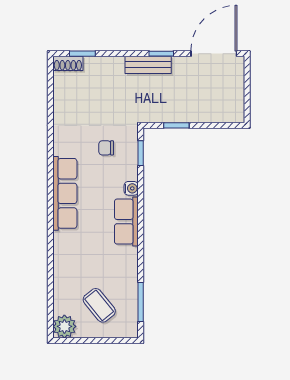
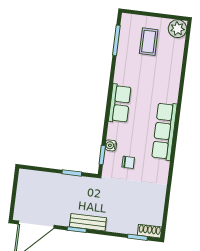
water cooler: (131, 188) -> (111, 145), moved
coffee table: (99, 305) -> (149, 42), turned 39

